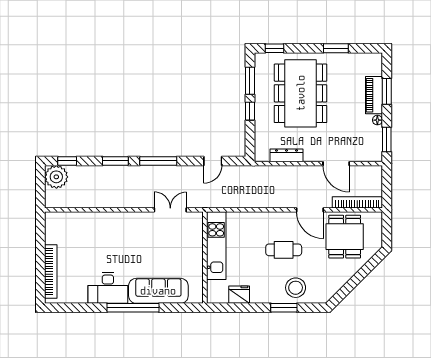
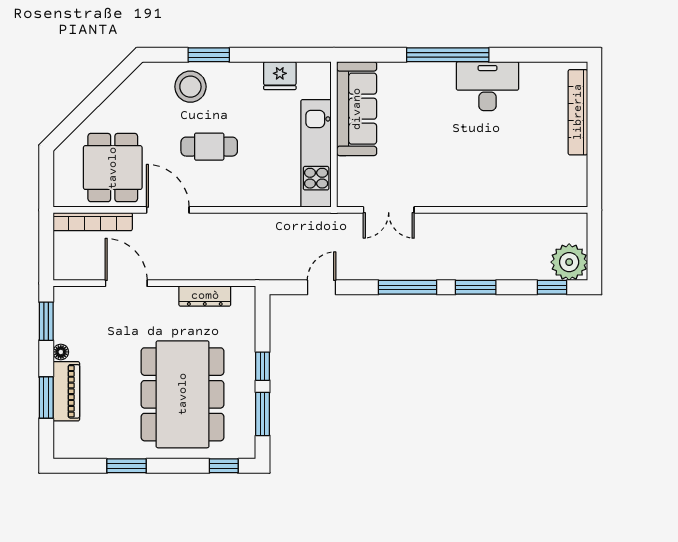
sofa: (158, 291) -> (357, 109), moved, turned -90

